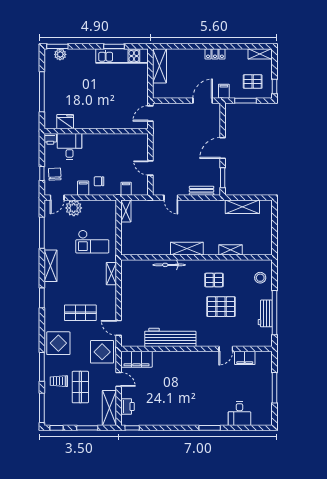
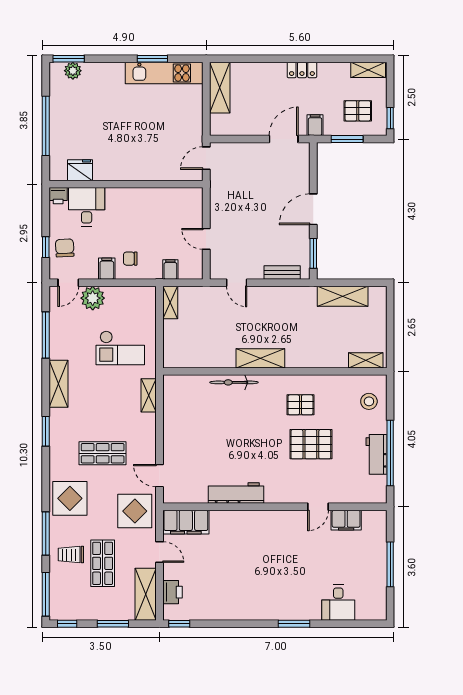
shelving: (231, 250) -> (366, 360), moved
workbench: (170, 337) -> (236, 493), width x0.73, depth x0.76

